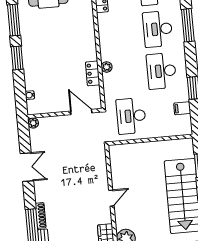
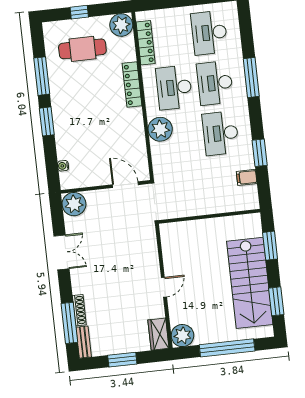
plant: (107, 67) -> (160, 129), width x1.87, depth x1.87
locker: (93, 73) -> (132, 84), moved, width x1.53
desk: (131, 116) -> (174, 88), moved
plant: (33, 123) -> (74, 204), width x1.88, depth x1.88

